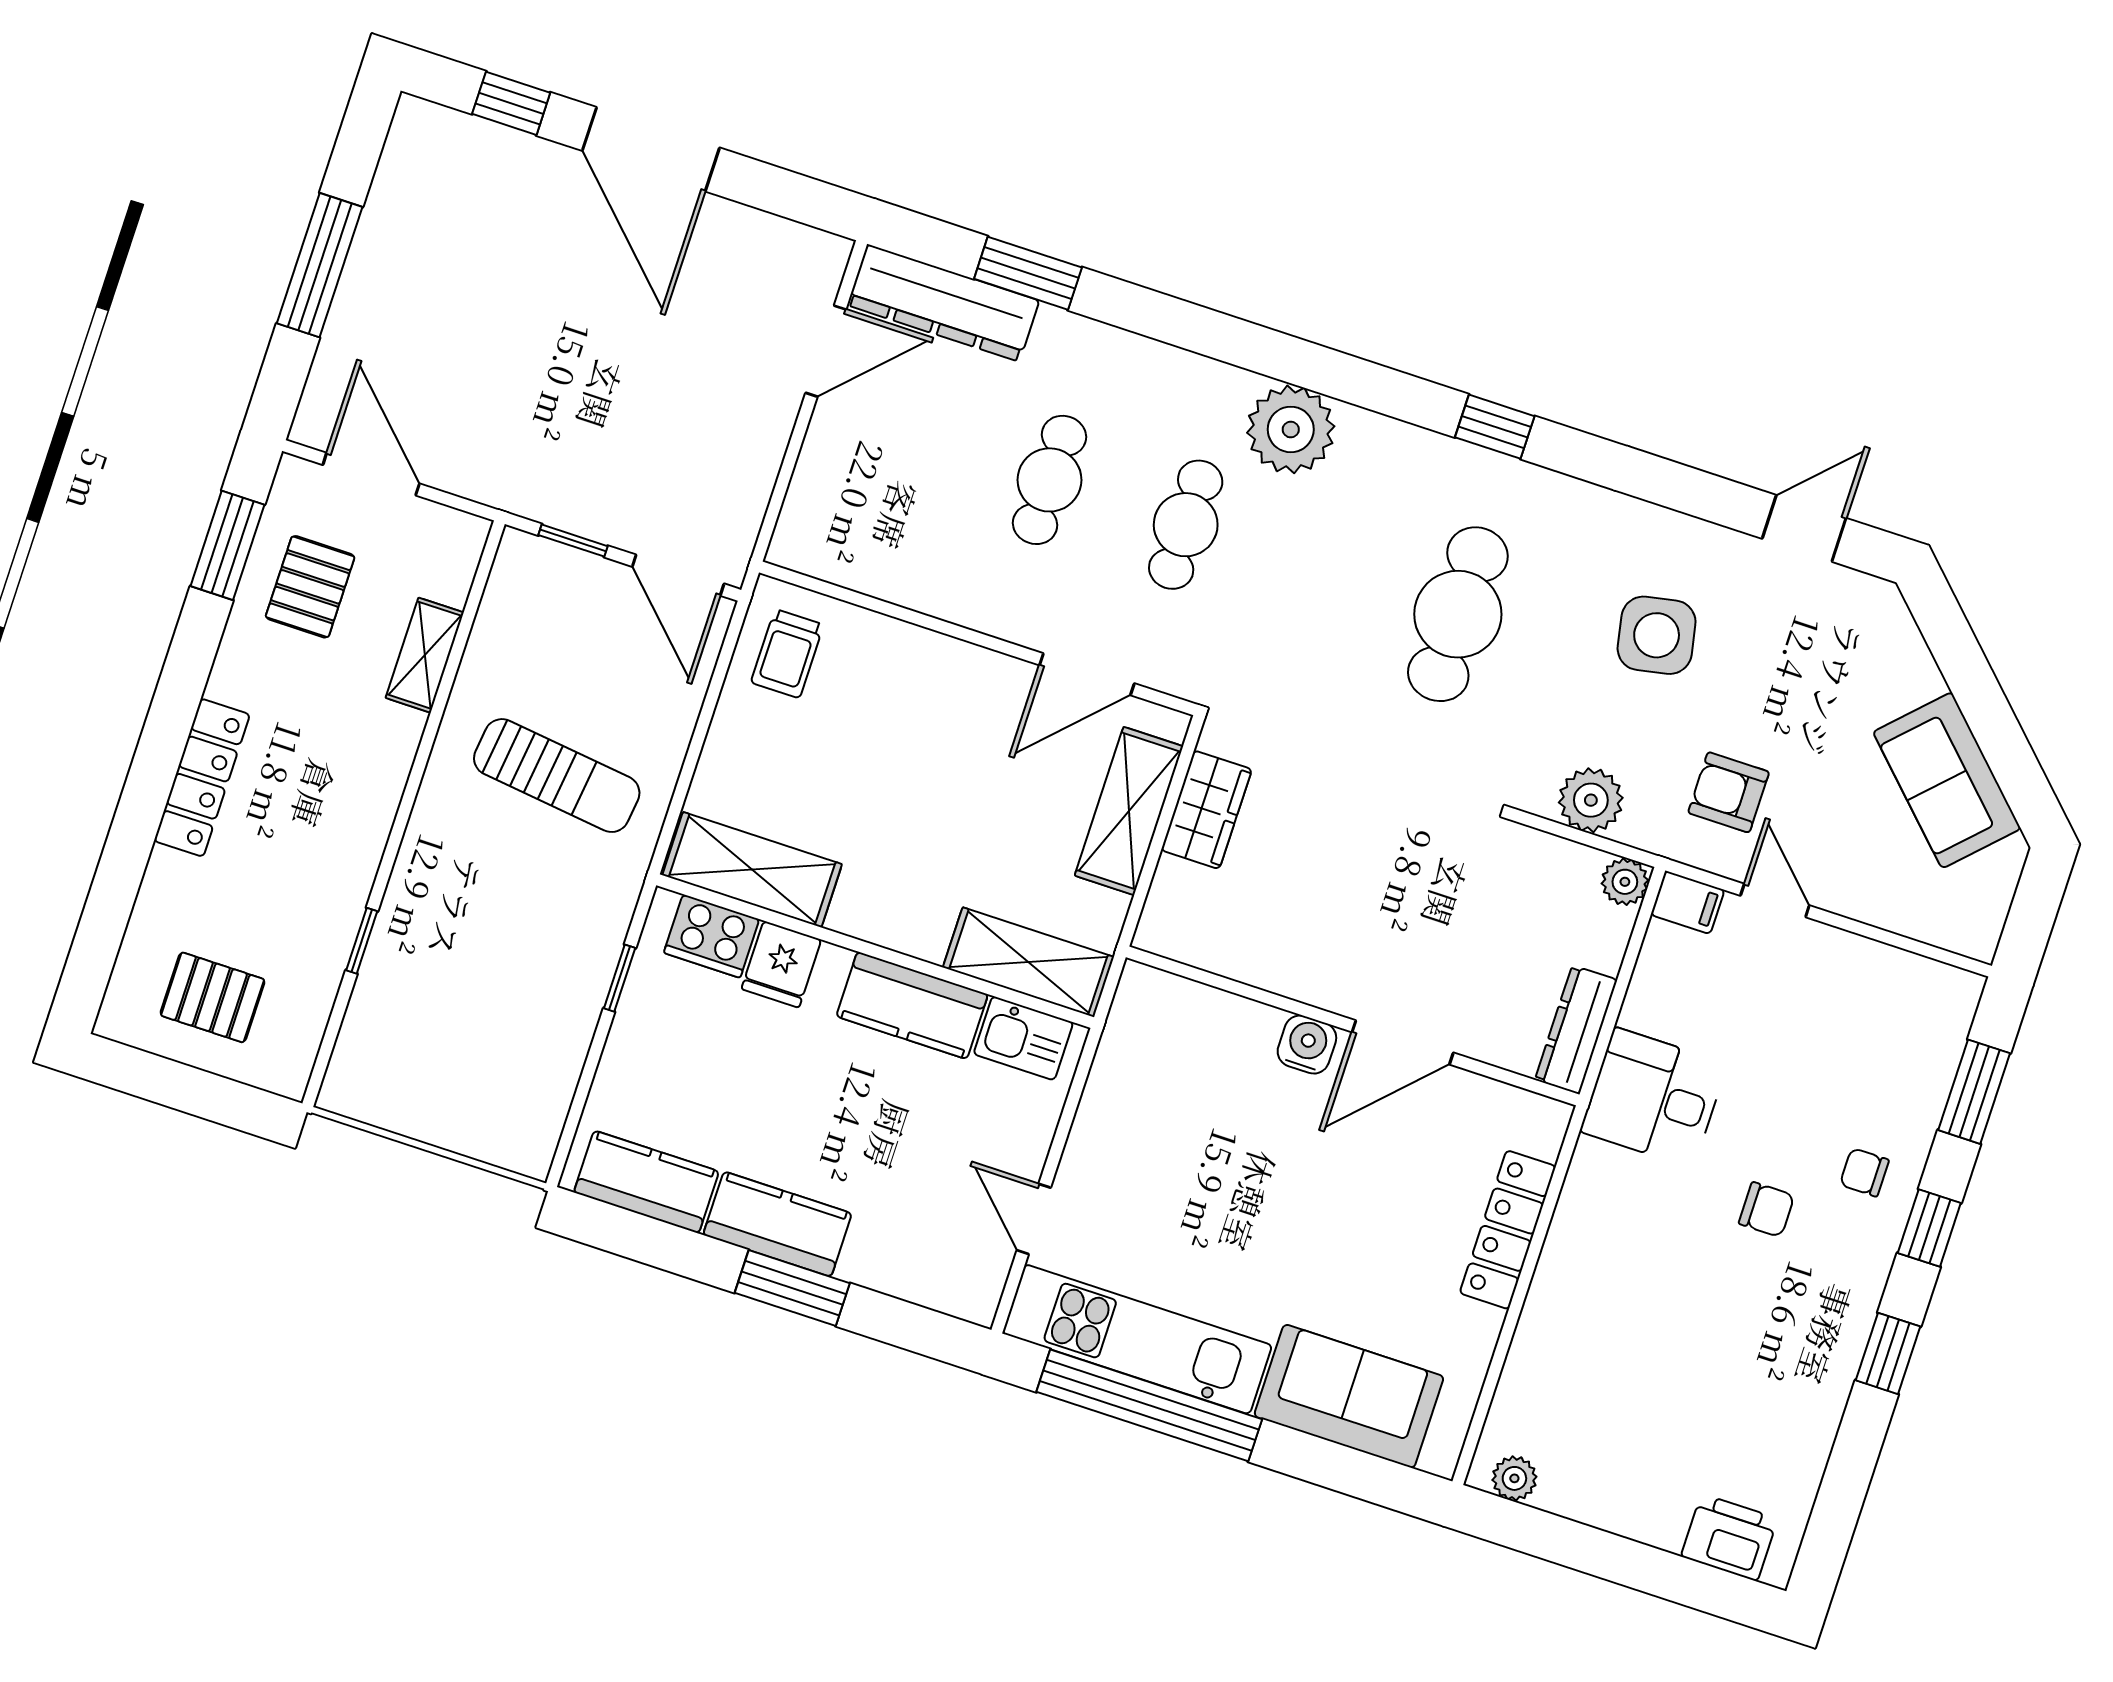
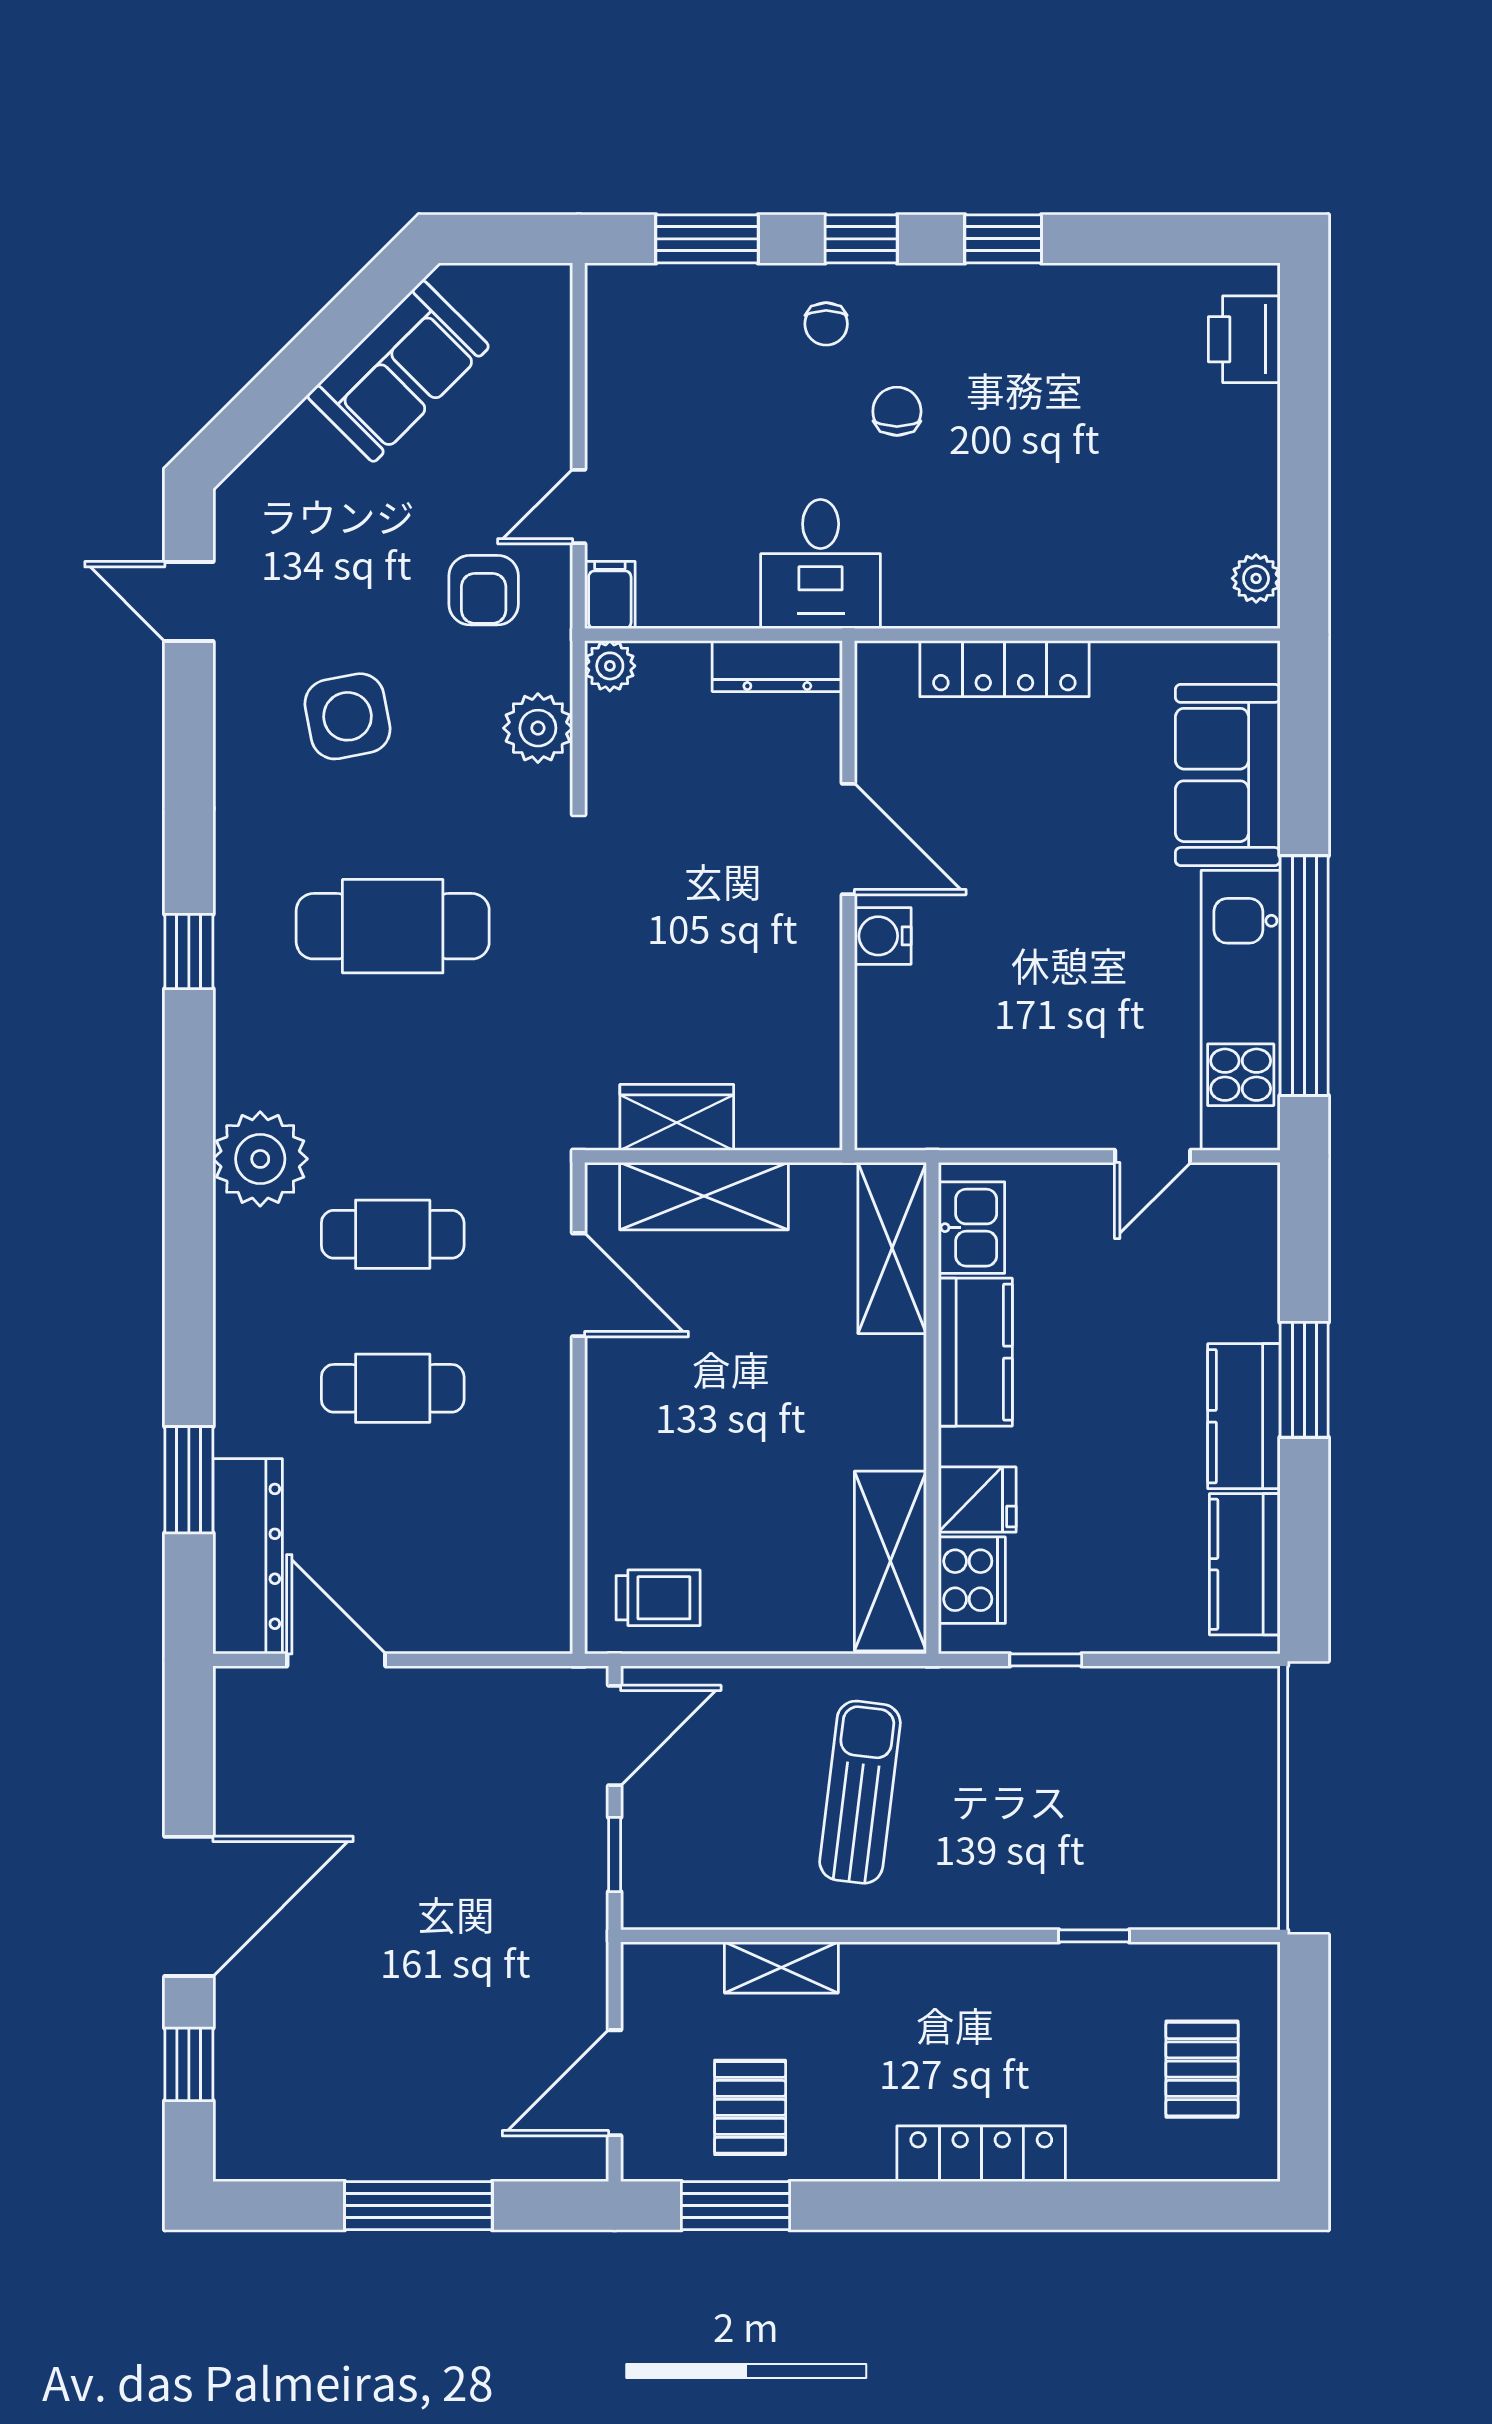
pallet: (310, 587) -> (750, 2107), turned 90

